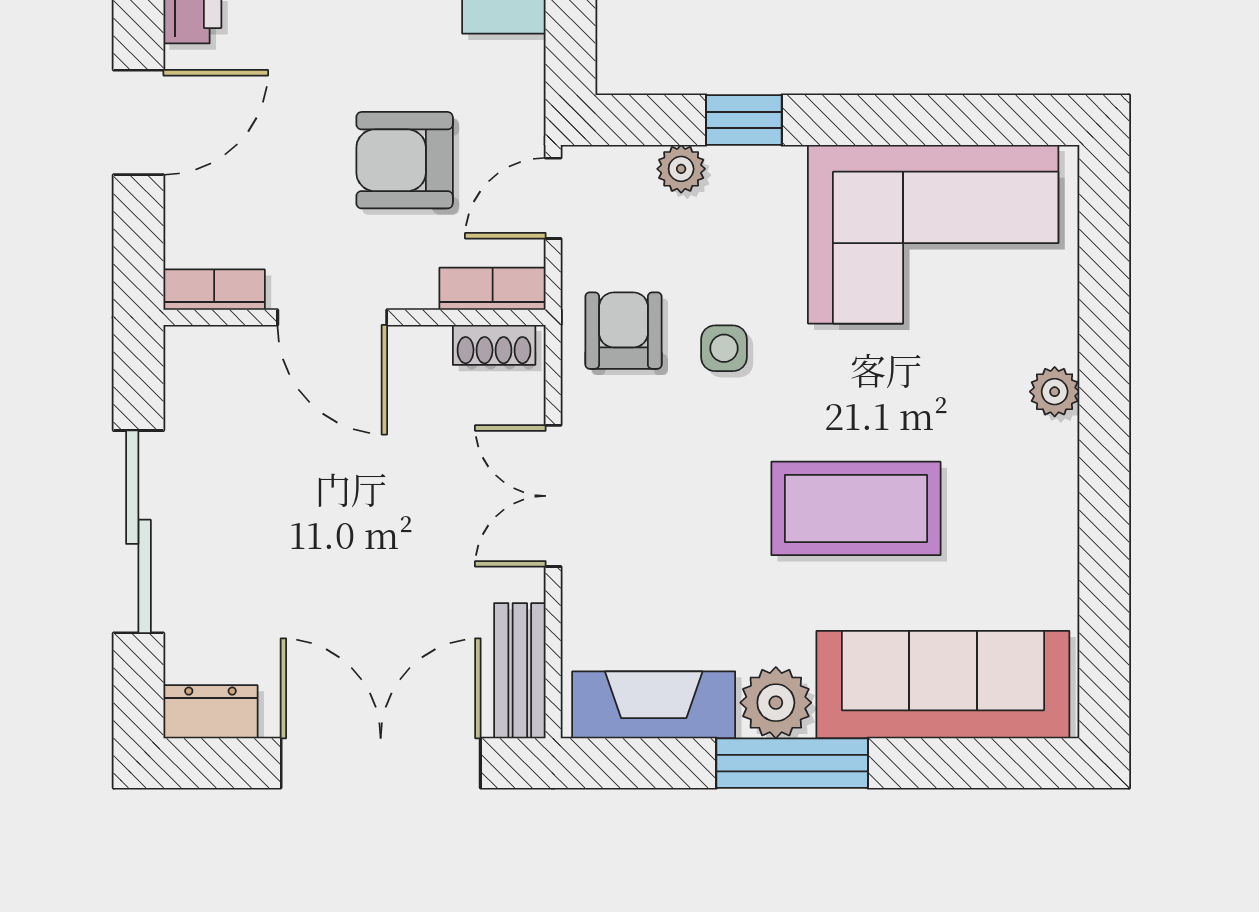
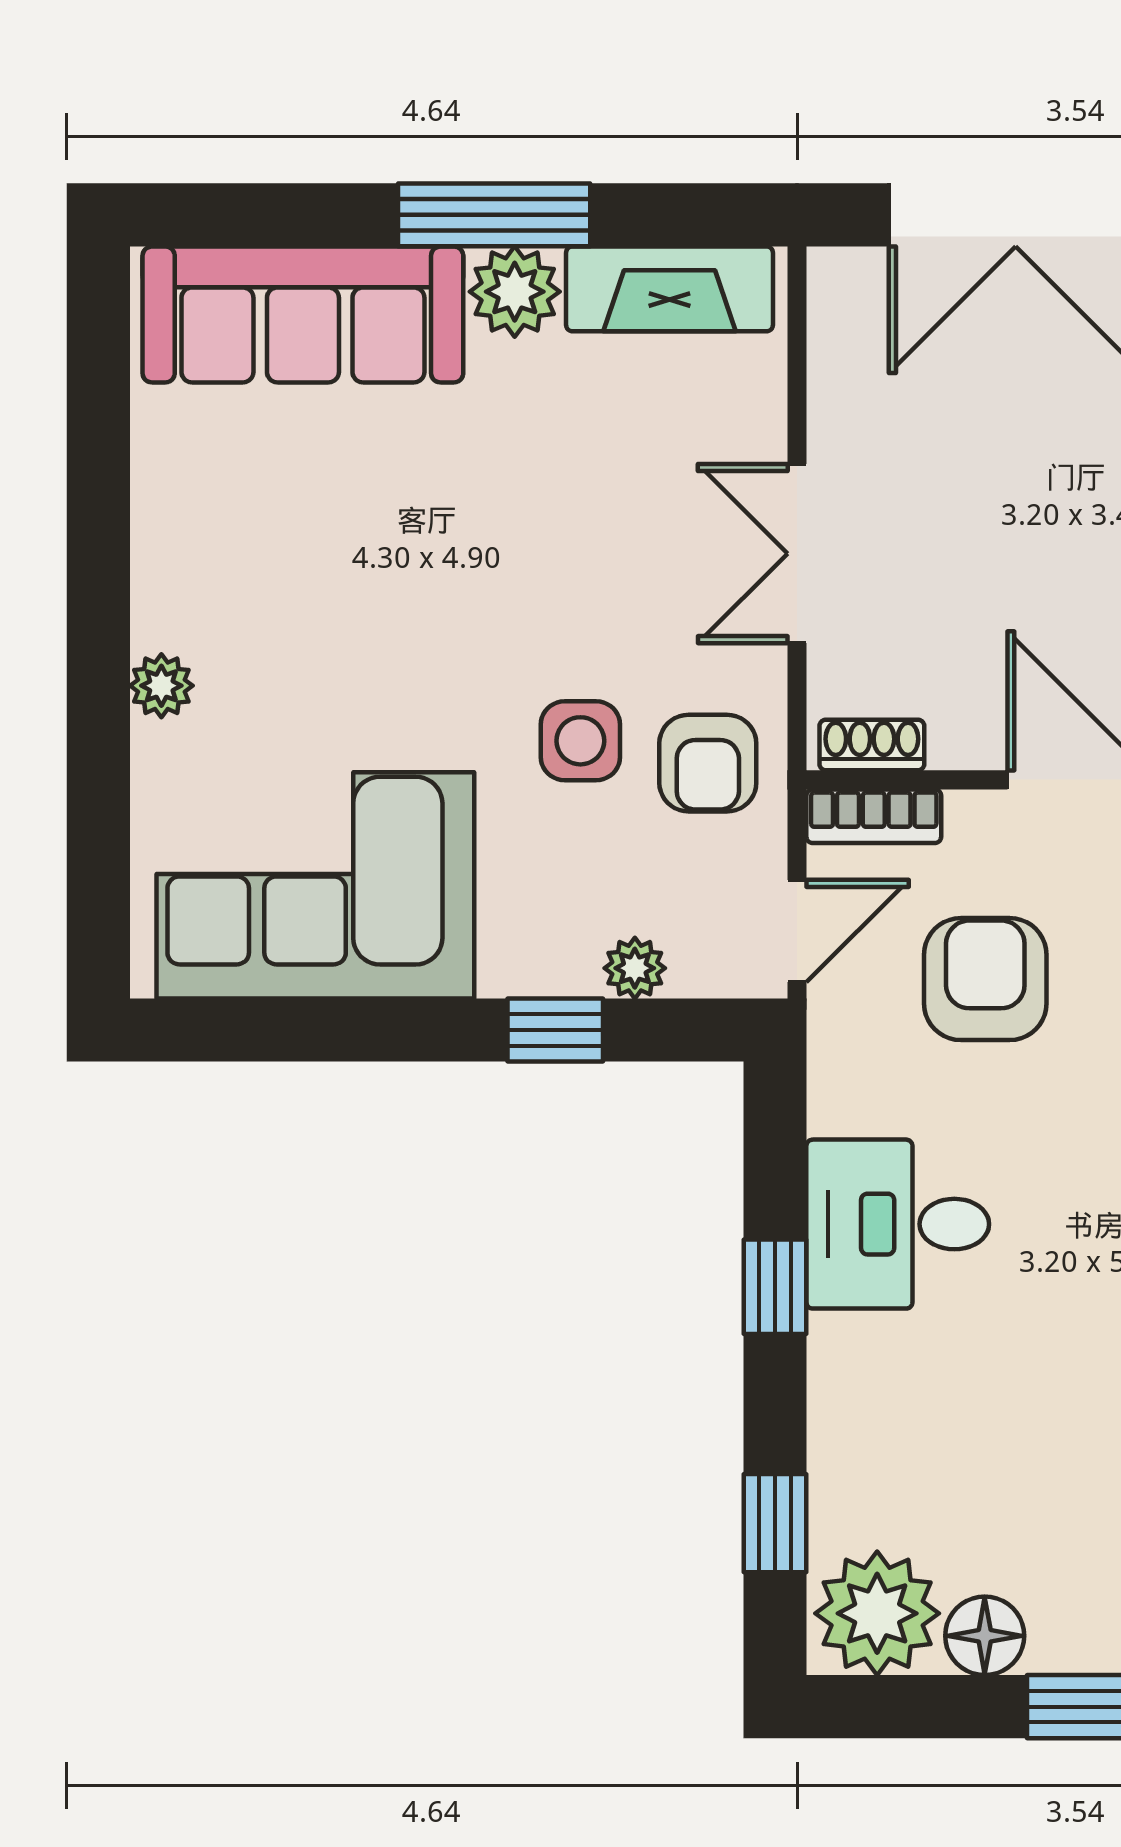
armchair: (405, 160) -> (985, 979), turned -90
side table: (724, 348) -> (580, 741), width x1.37, depth x1.37
double door: (553, 496) -> (797, 554), swing flipped
coffee table: (856, 508) -> (413, 538), removed
bench: (520, 671) -> (839, 332), removed

